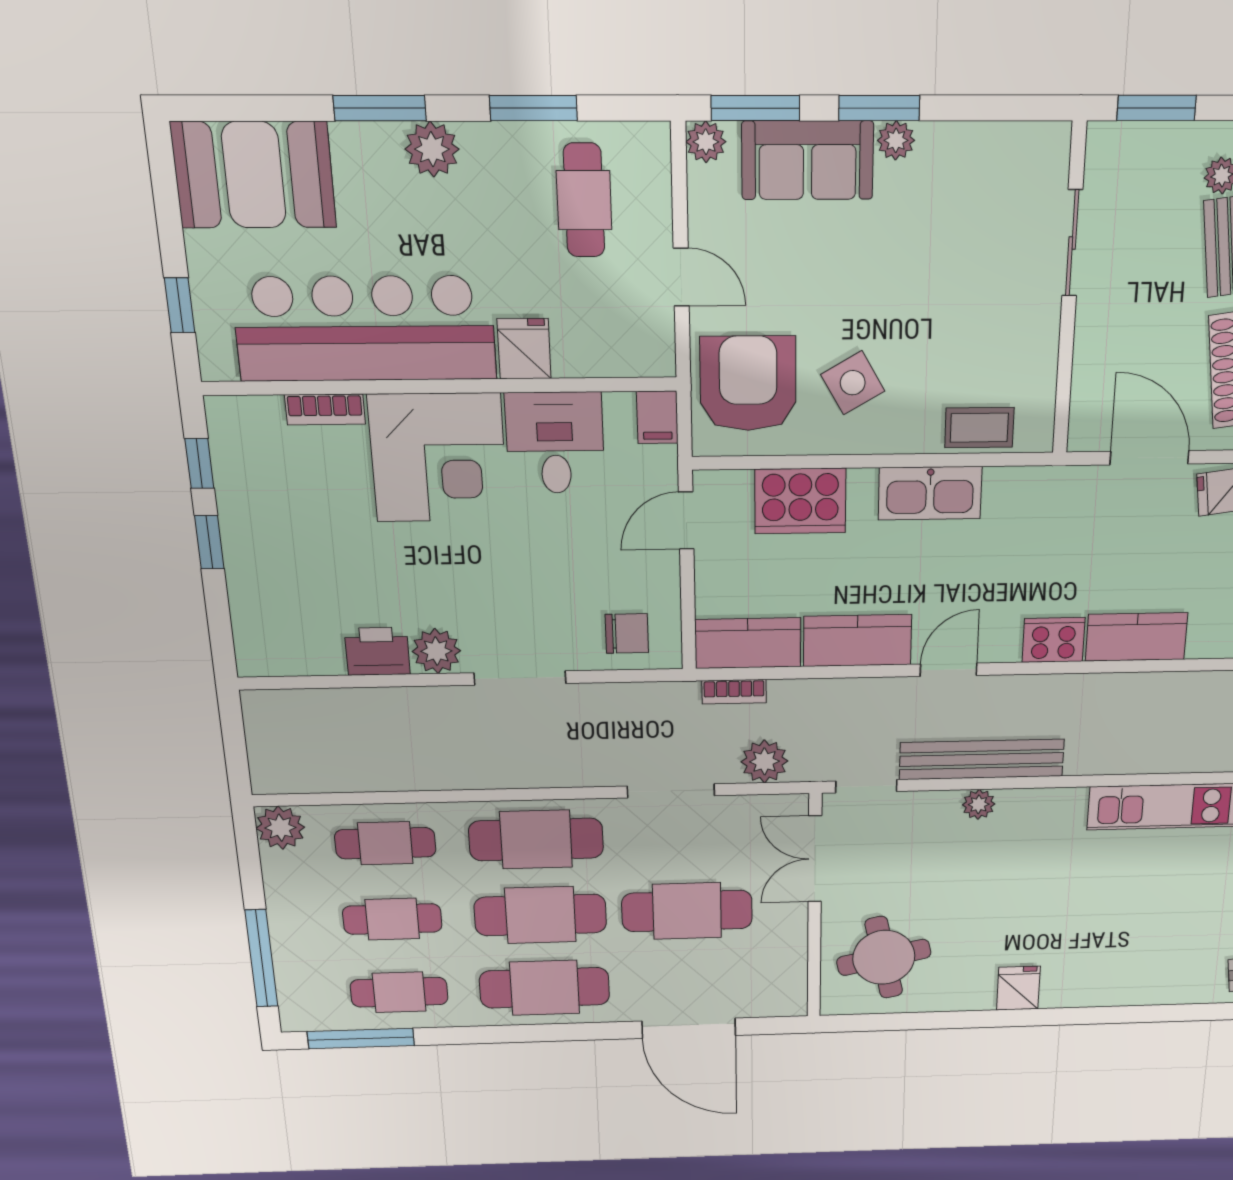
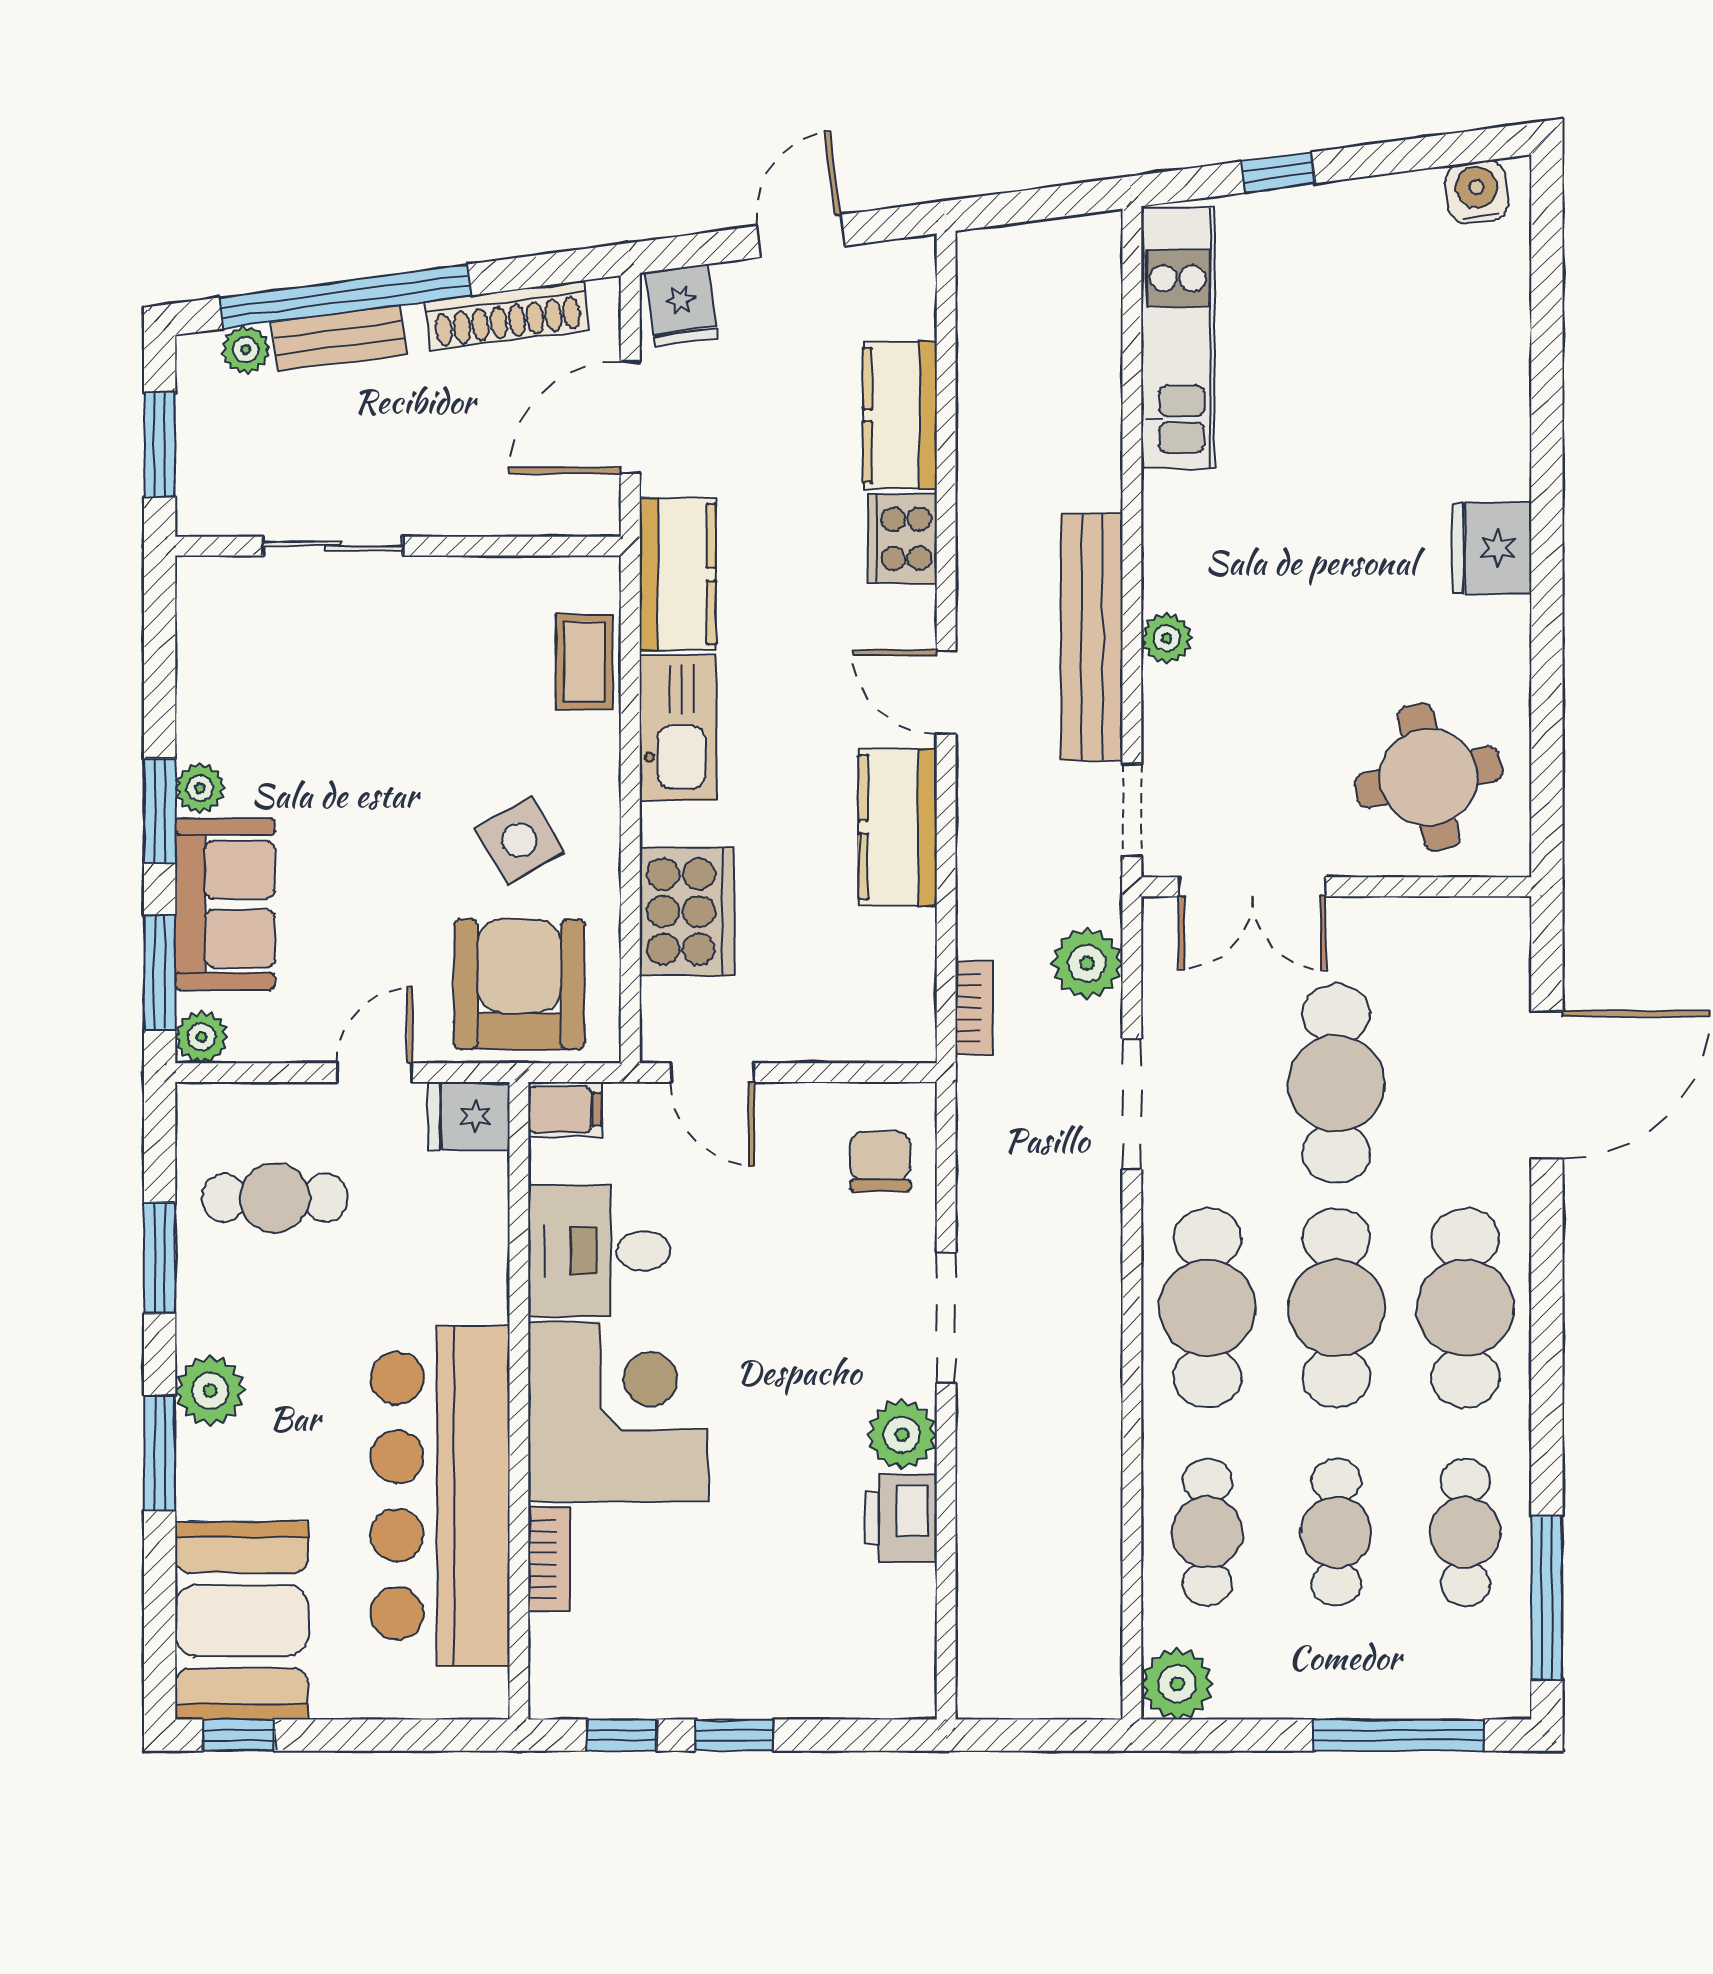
window: (180, 305) -> (239, 1735), moved
fridge: (524, 349) -> (469, 1116), moved
armchair: (748, 384) -> (519, 984), turned 90
kitchen counter: (748, 643) -> (678, 574), moved, turned 180
fridge: (1018, 988) -> (1492, 548), width x1.38

